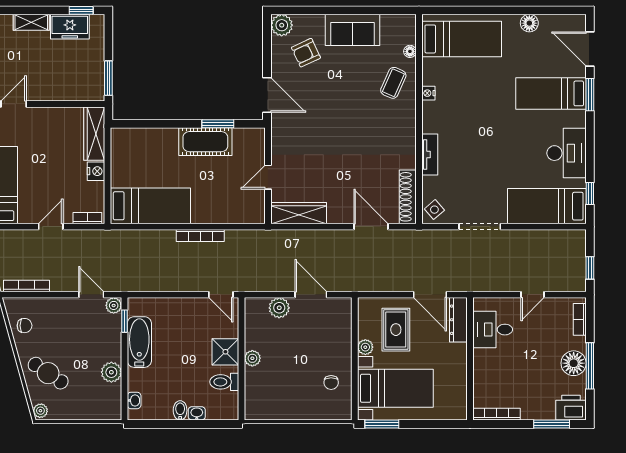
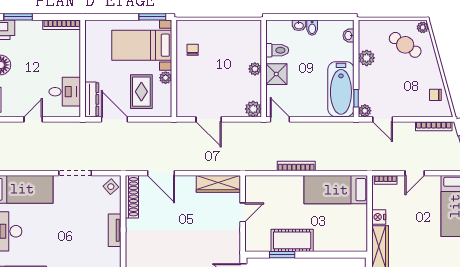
plant: (279, 308) -> (253, 109), moved
bathtub: (139, 342) -> (341, 89), width x1.36, depth x1.36
cafe table: (48, 373) -> (405, 45), moved

